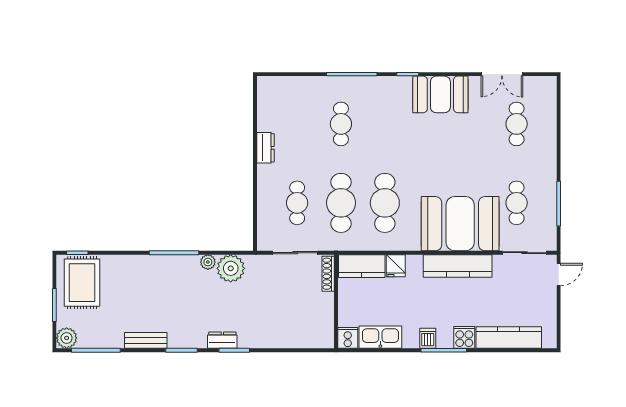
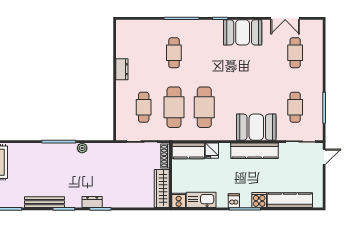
booth: (460, 224) -> (256, 127), width x0.73, depth x0.70
plant: (231, 268) -> (98, 152), removed
wardrobe: (323, 321) -> (162, 188), added
bench: (146, 340) -> (45, 202), width x1.36

